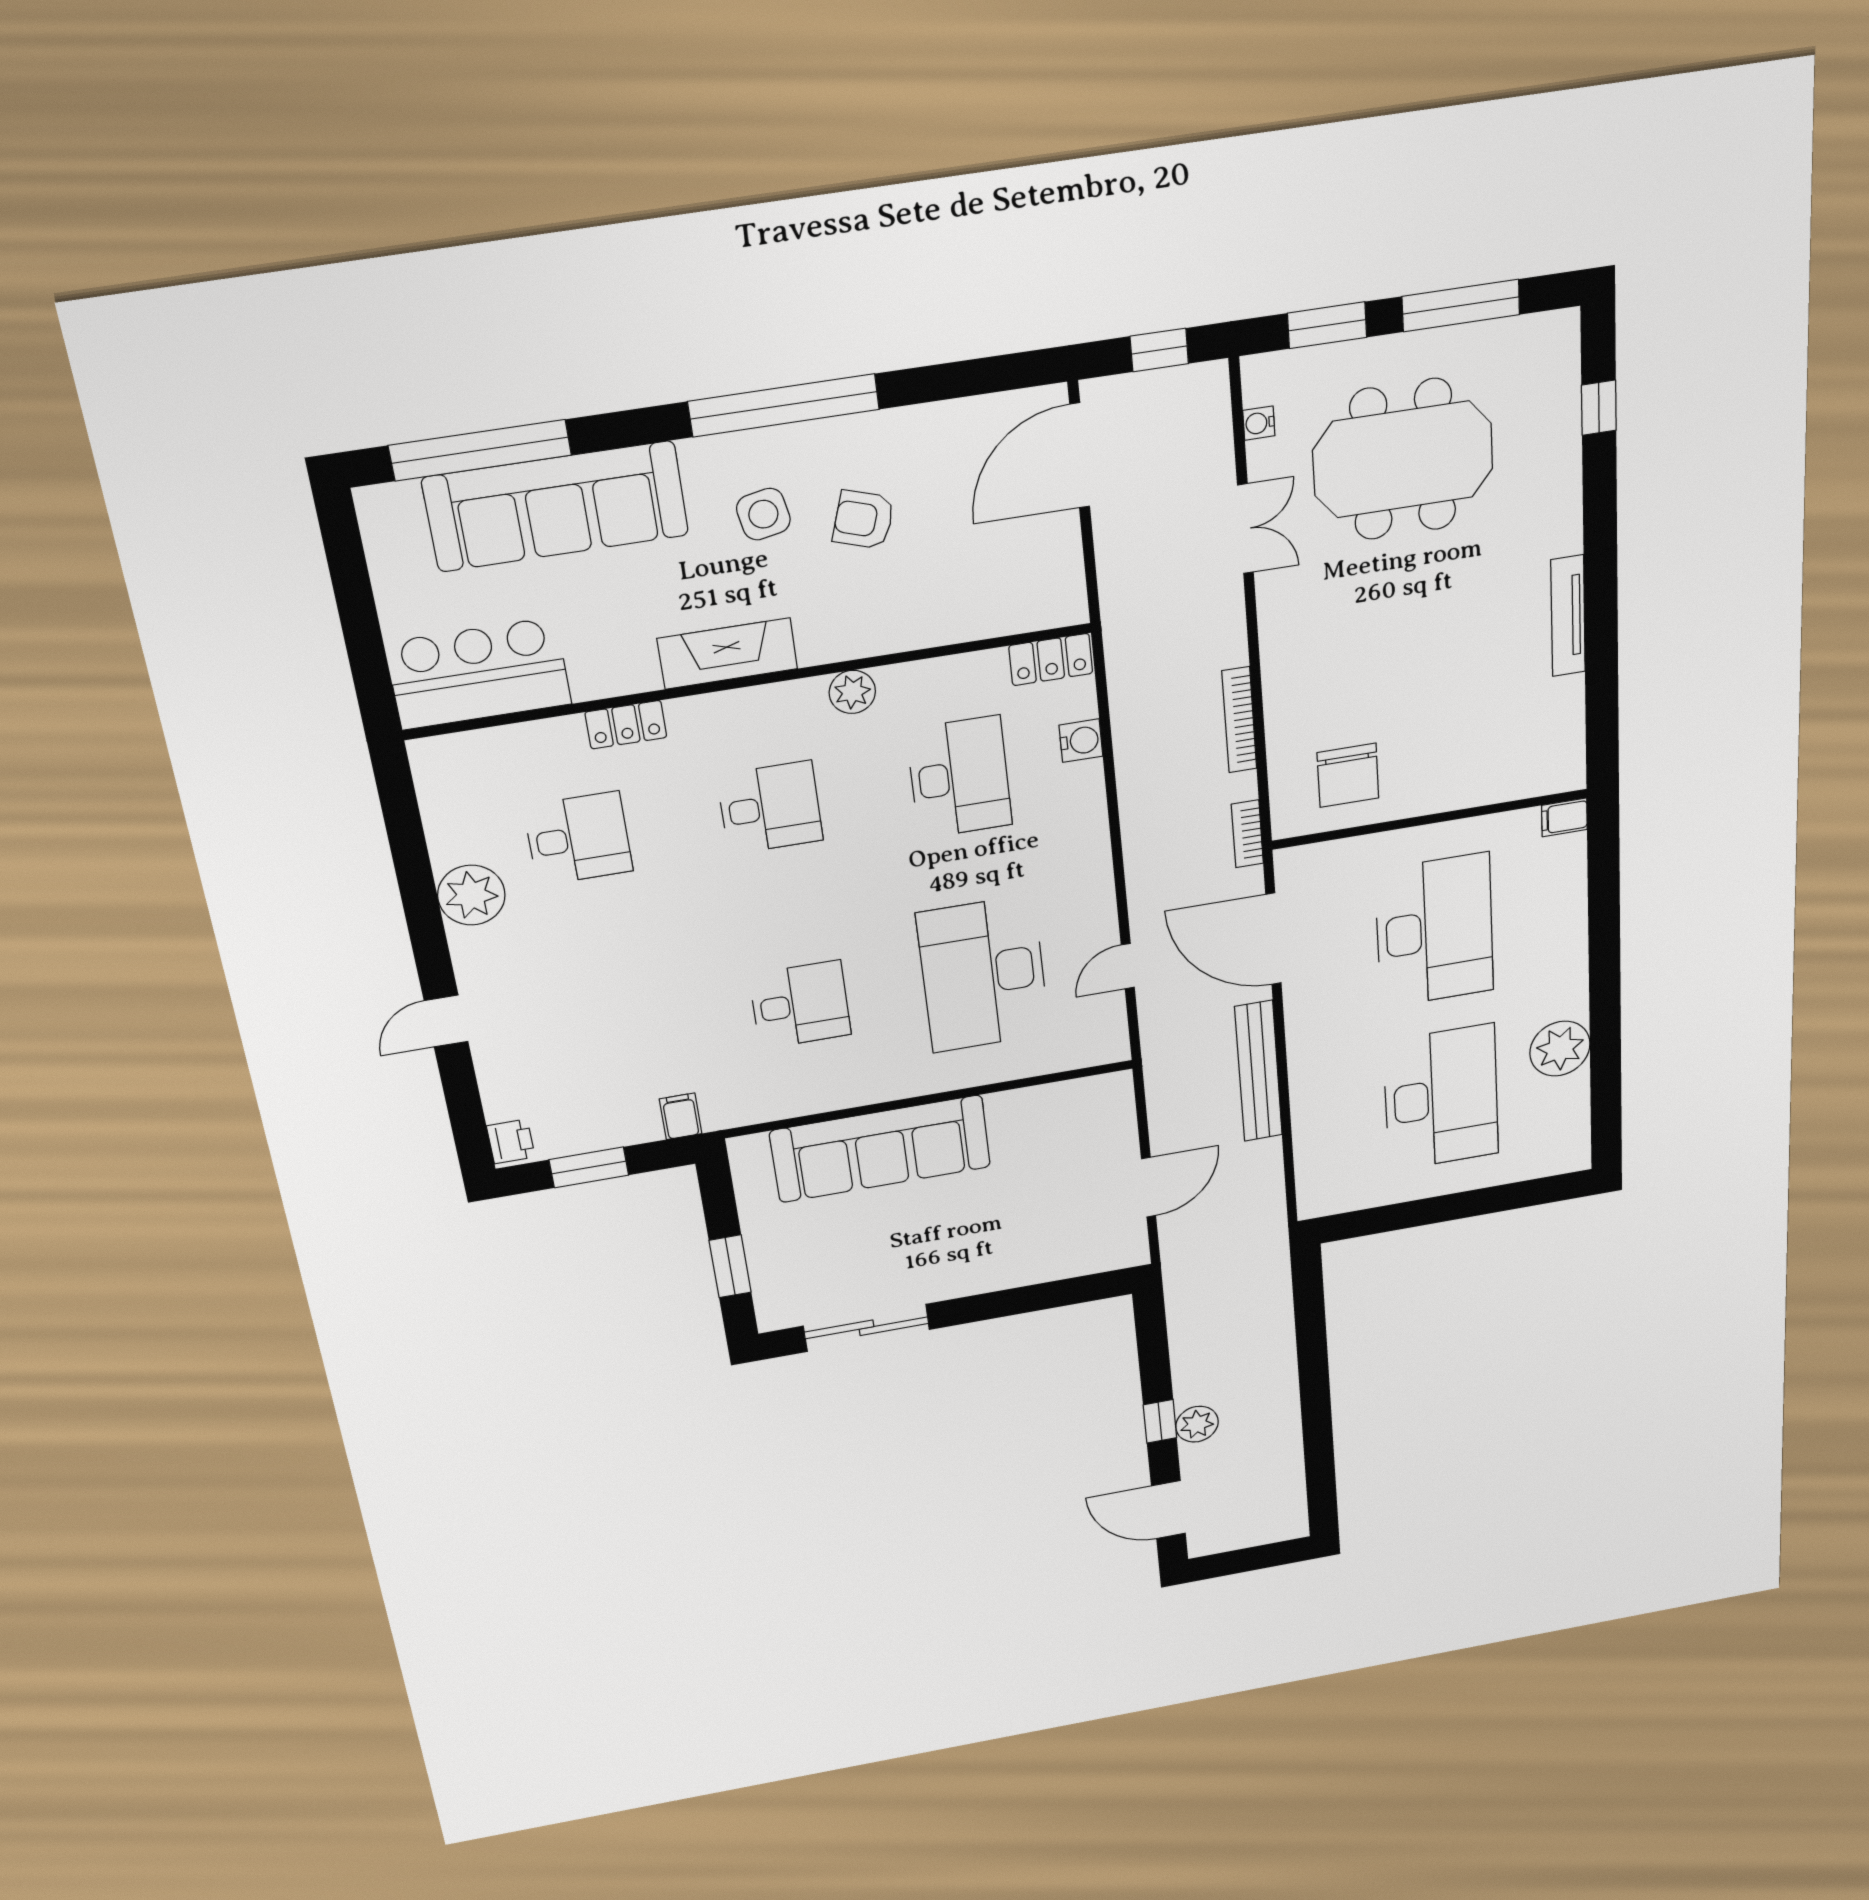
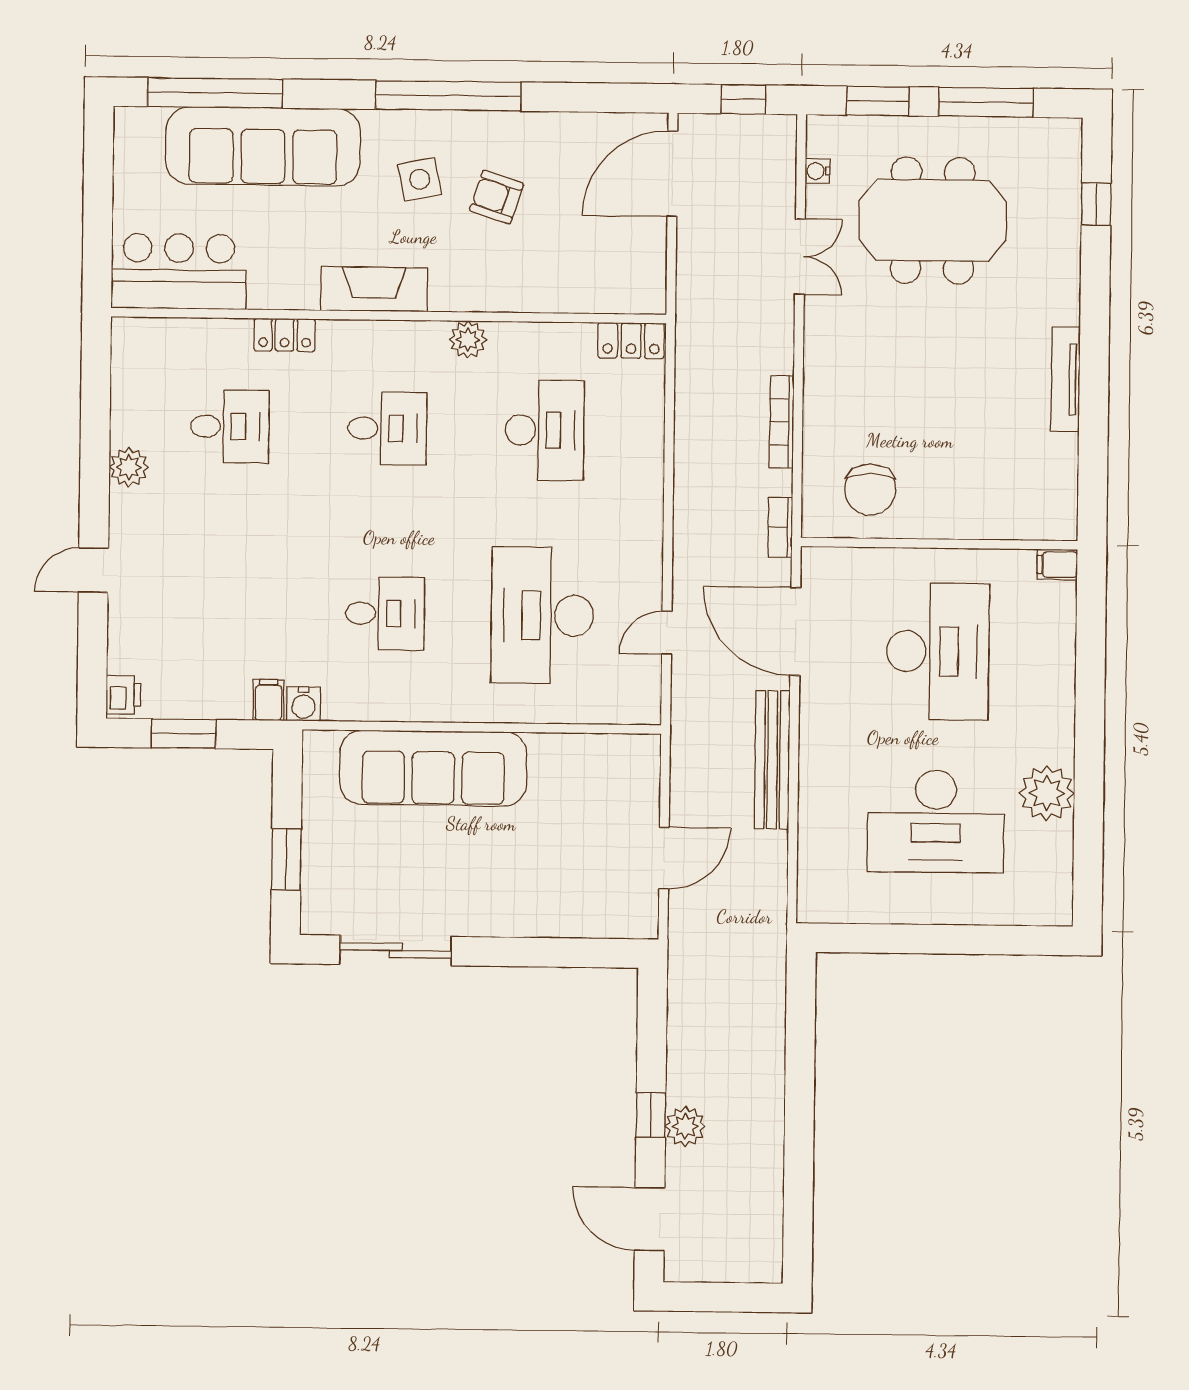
water cooler: (1081, 741) -> (304, 704), moved, turned 90
plant: (471, 895) -> (129, 467), width x0.73, depth x0.73
desk: (1441, 1098) -> (936, 821), turned 90

